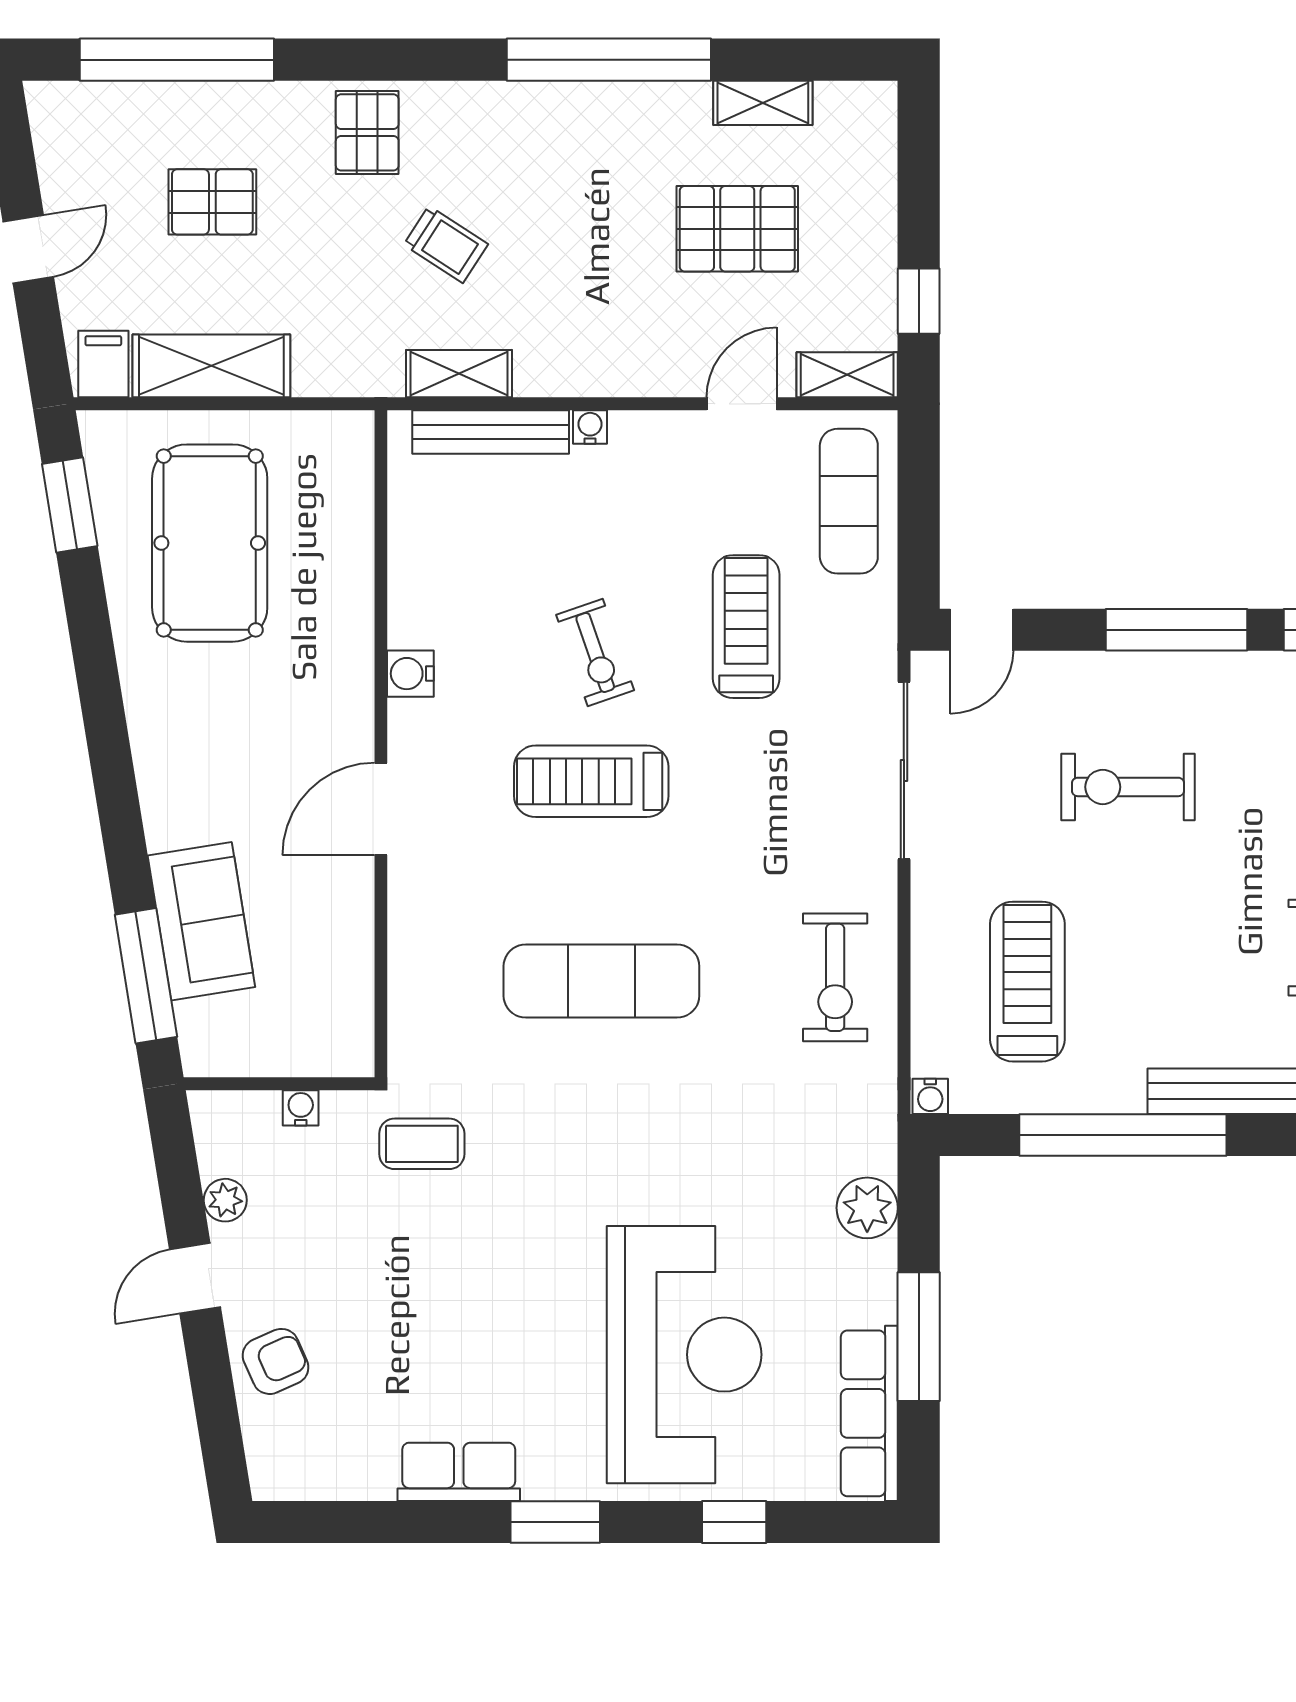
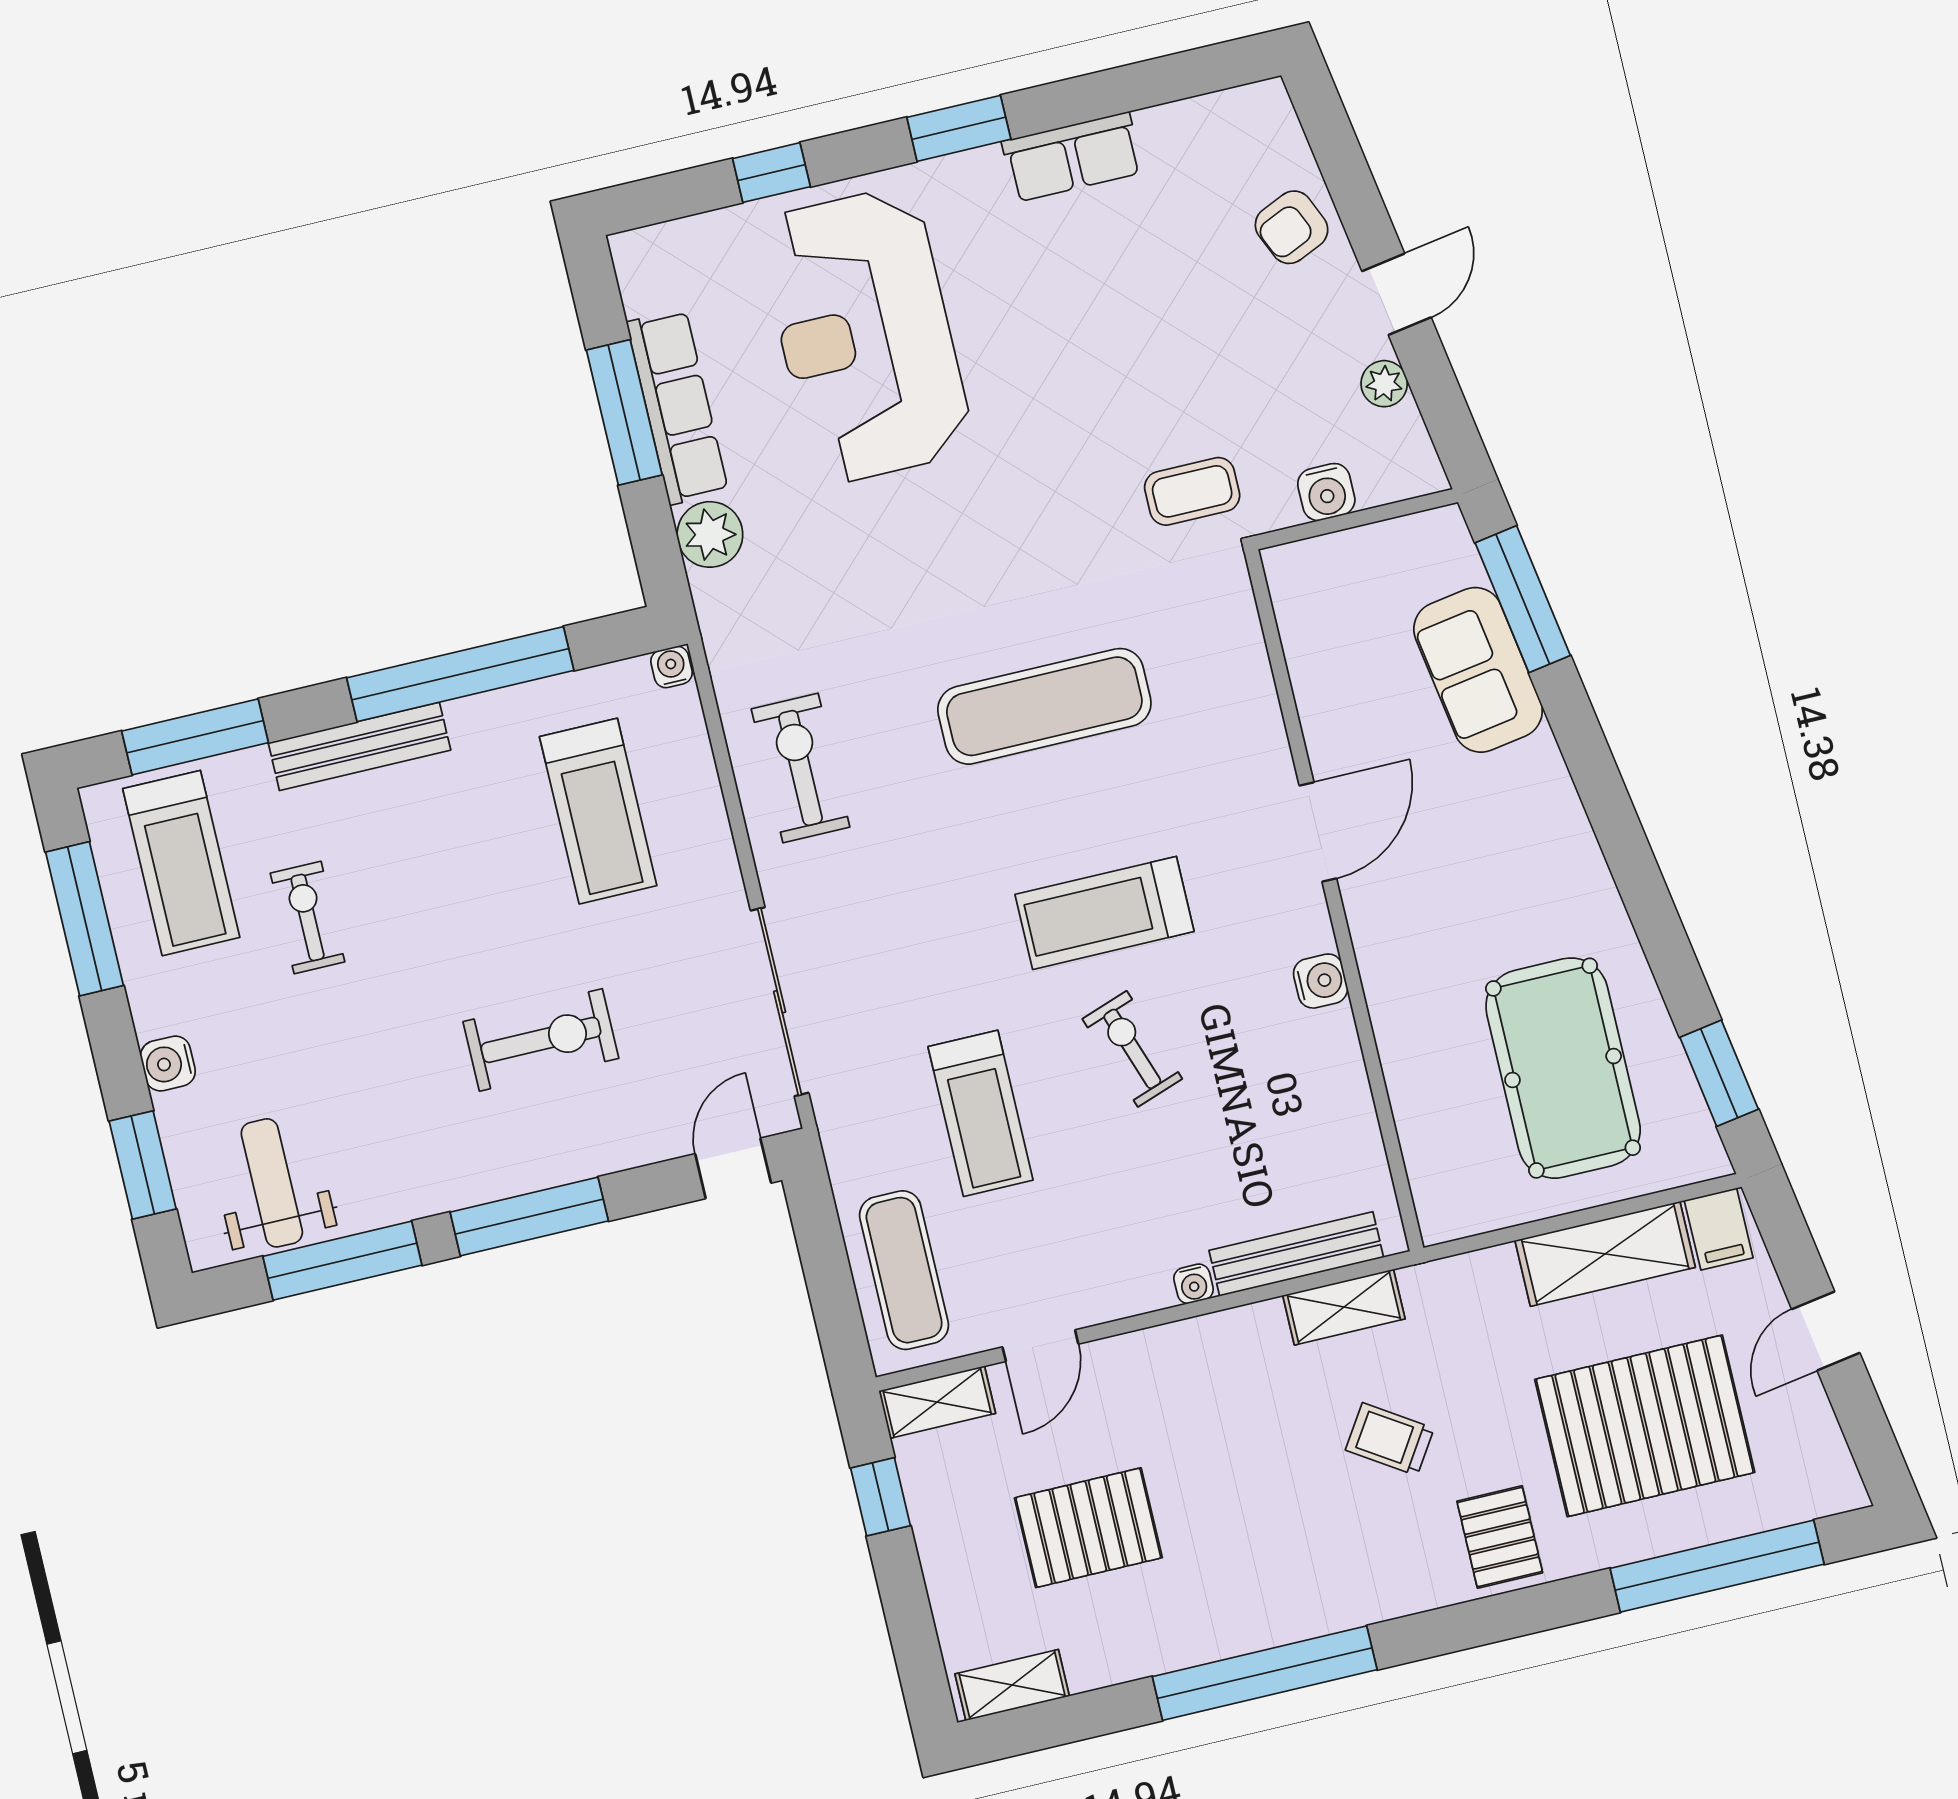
shelving: (763, 103) -> (1012, 1685), moved
pallet: (212, 202) -> (1645, 1426), width x2.05, depth x2.00
treadmill: (591, 781) -> (1105, 913), turned 180
water cooler: (301, 1108) -> (1326, 492), width x1.38, depth x1.38
row of seats: (869, 1413) -> (677, 407), moved

